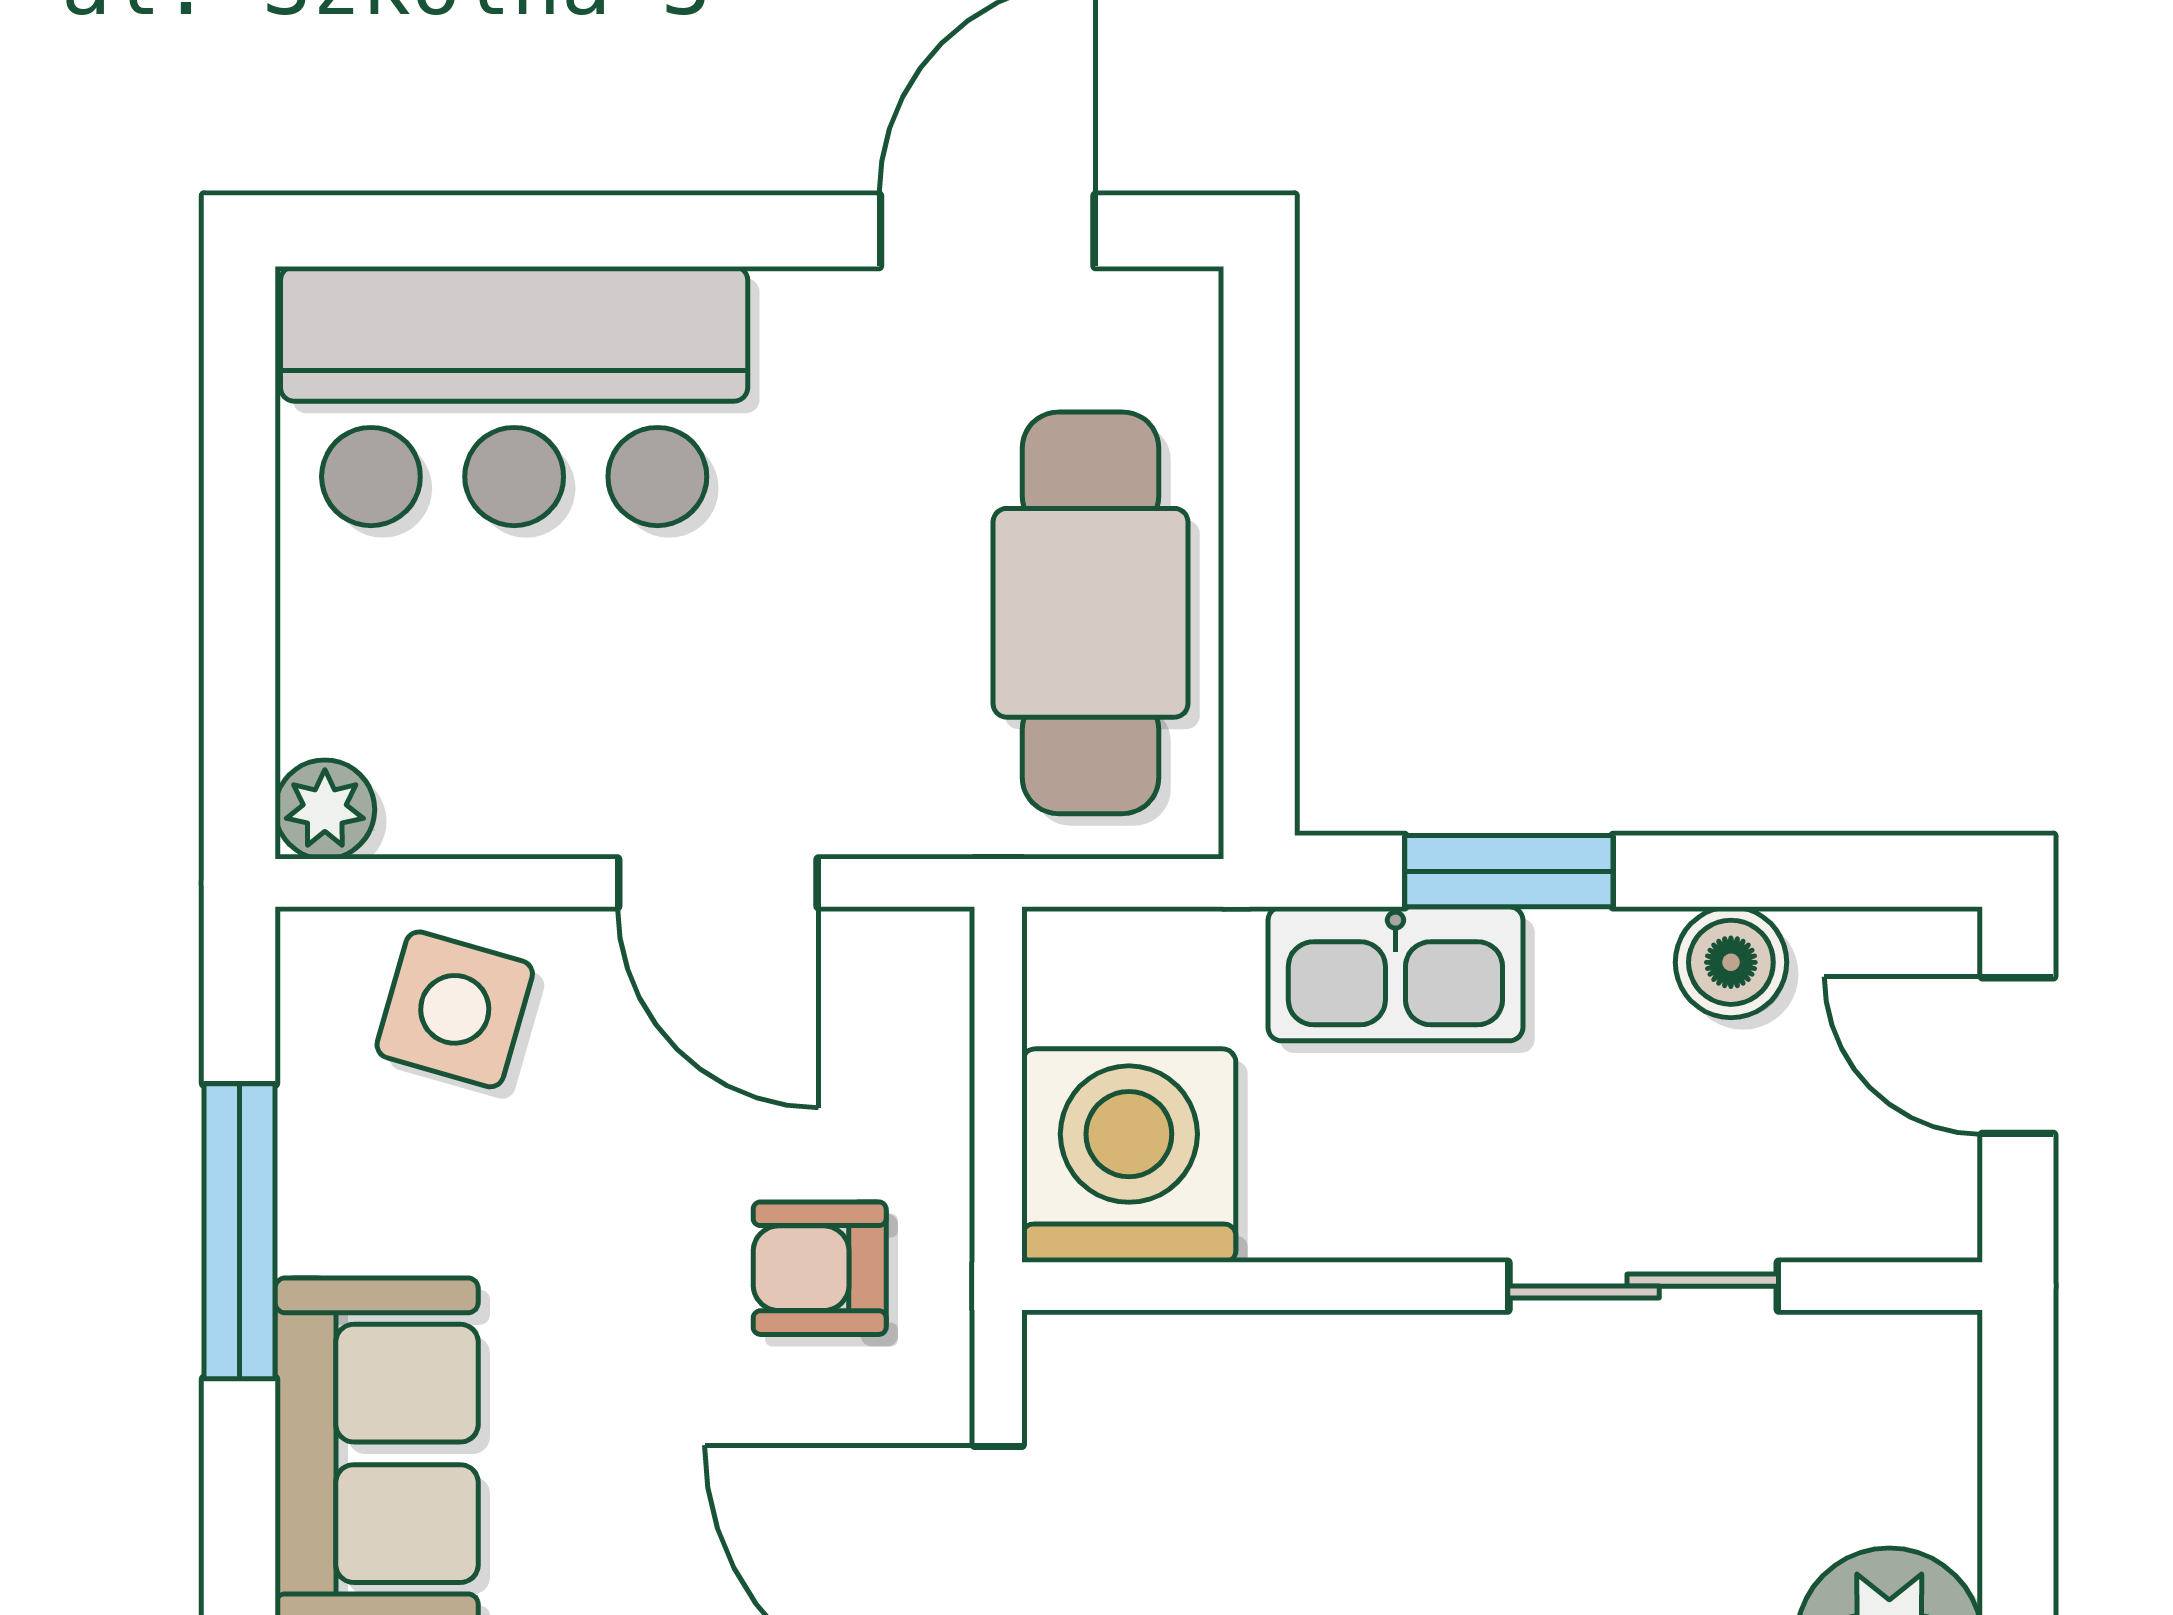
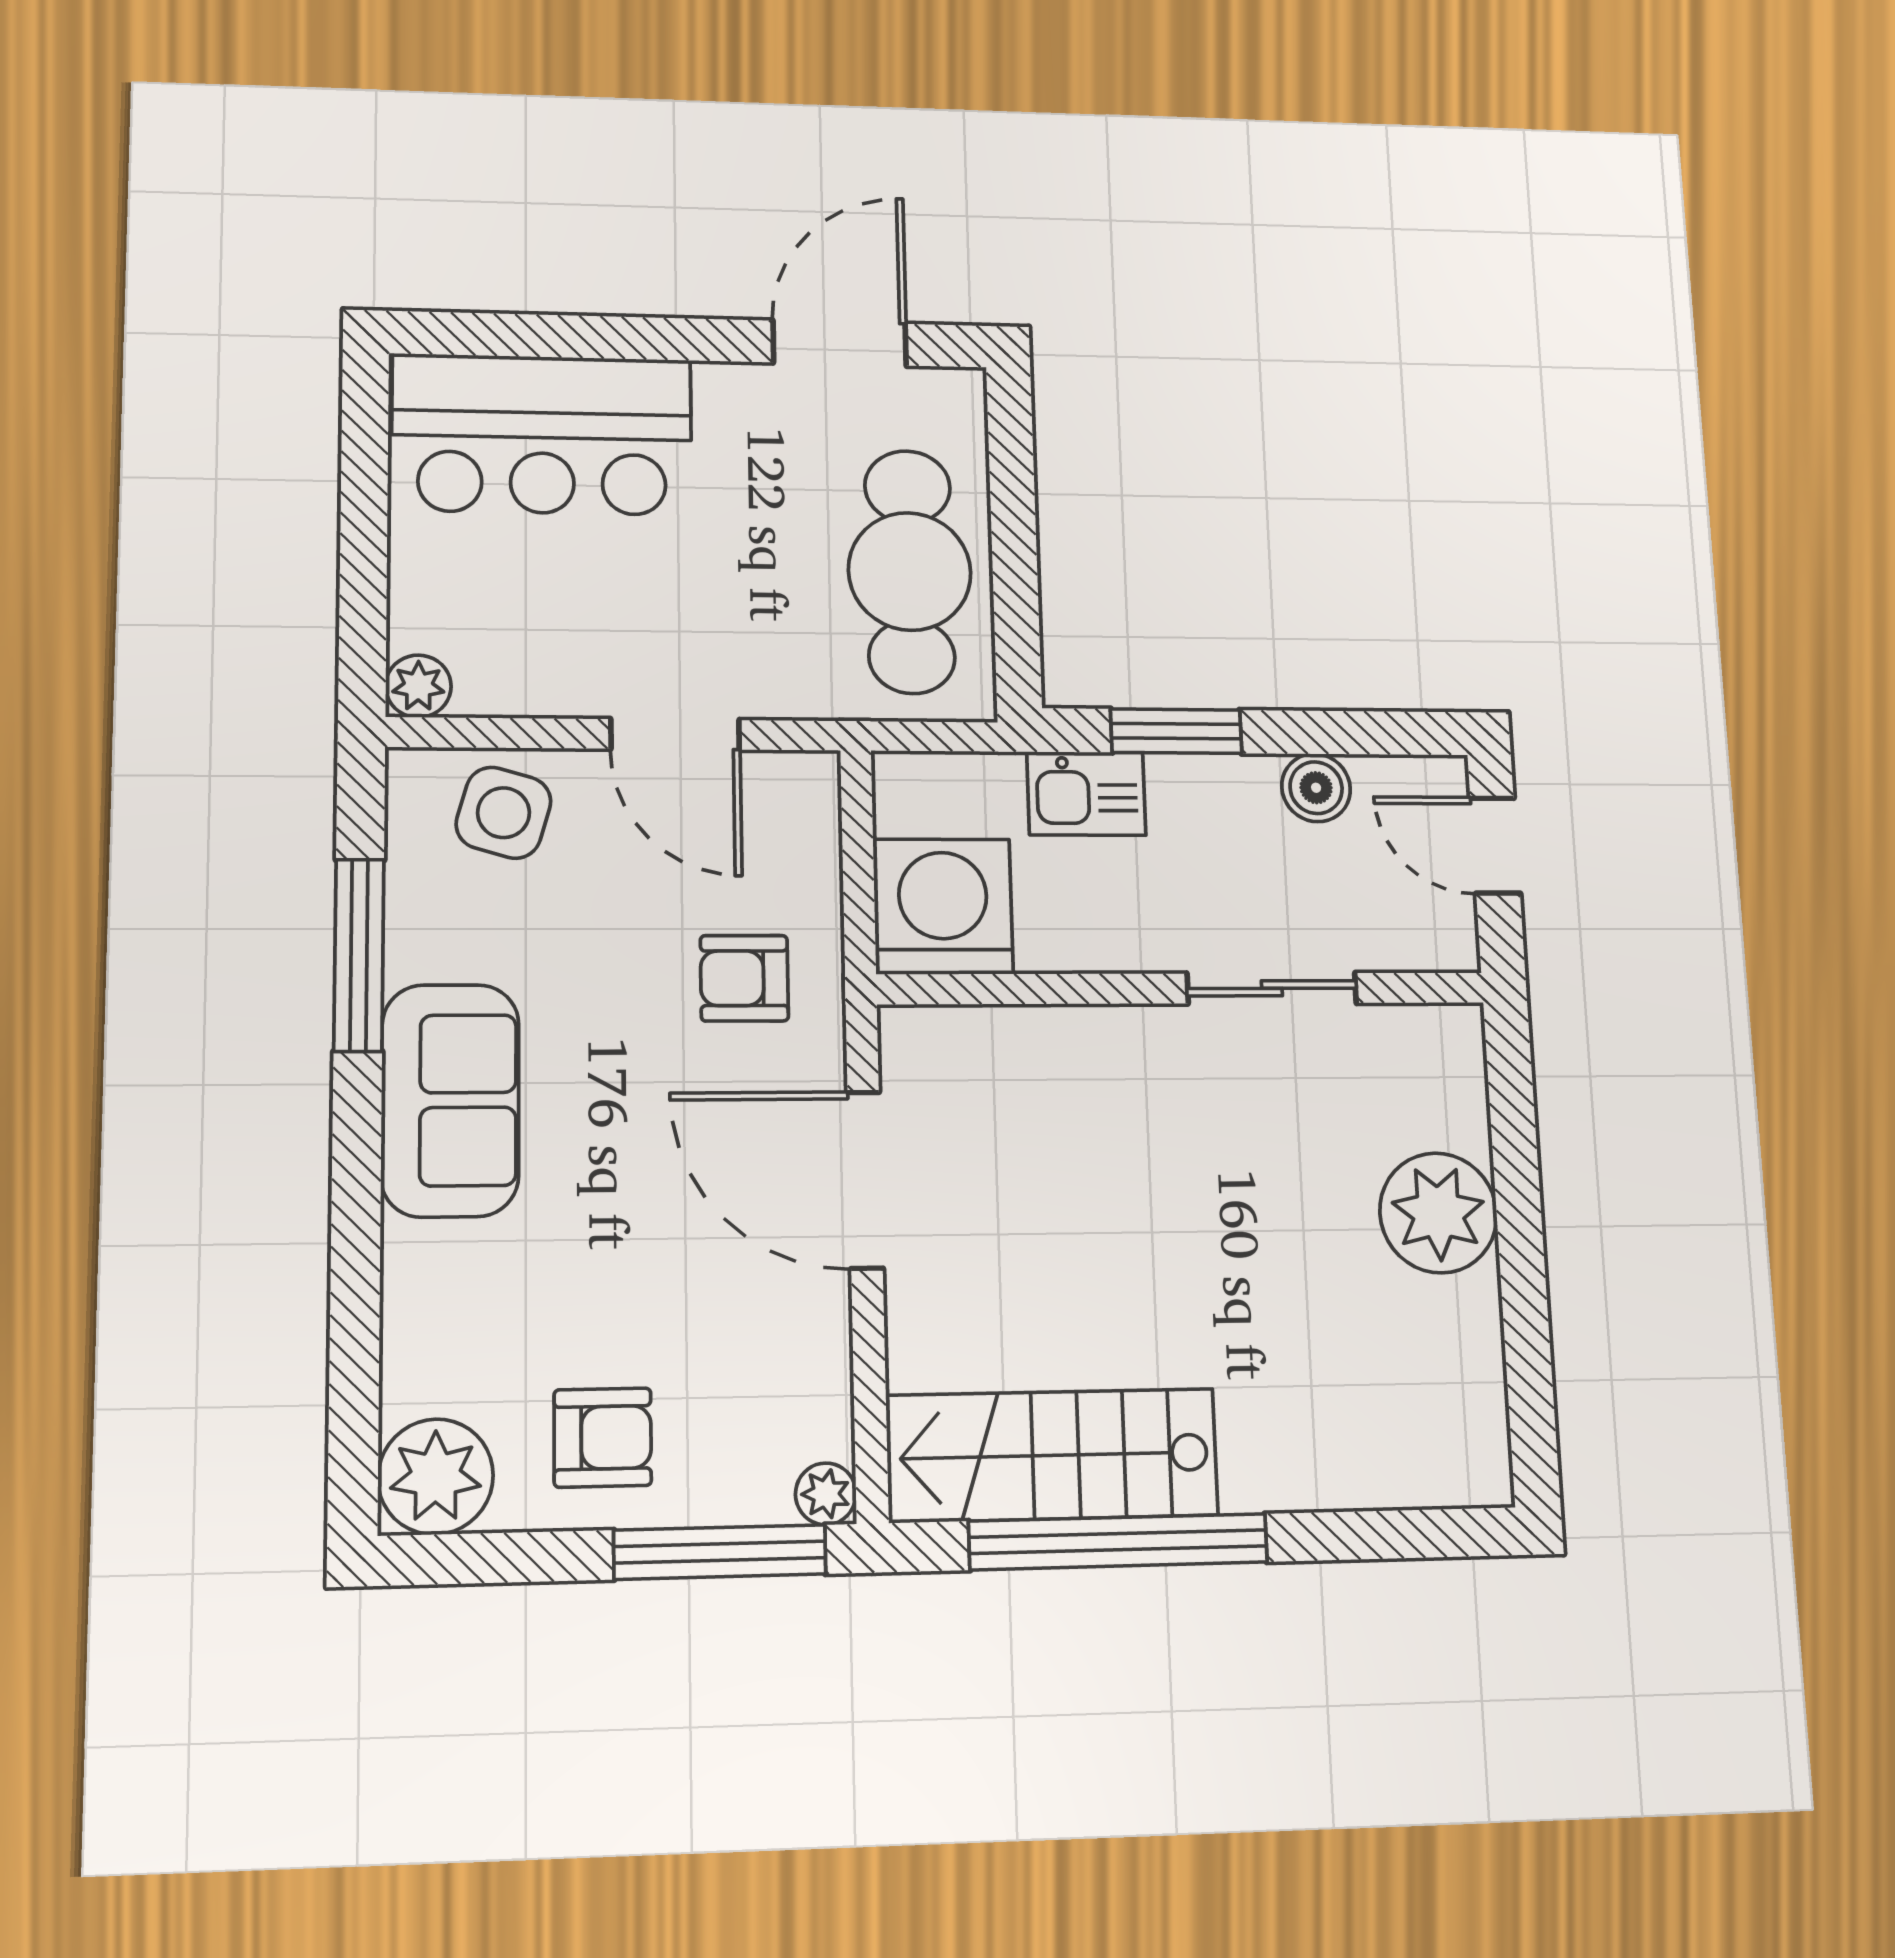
kitchen sink: (1395, 974) -> (1086, 793), width x0.73

